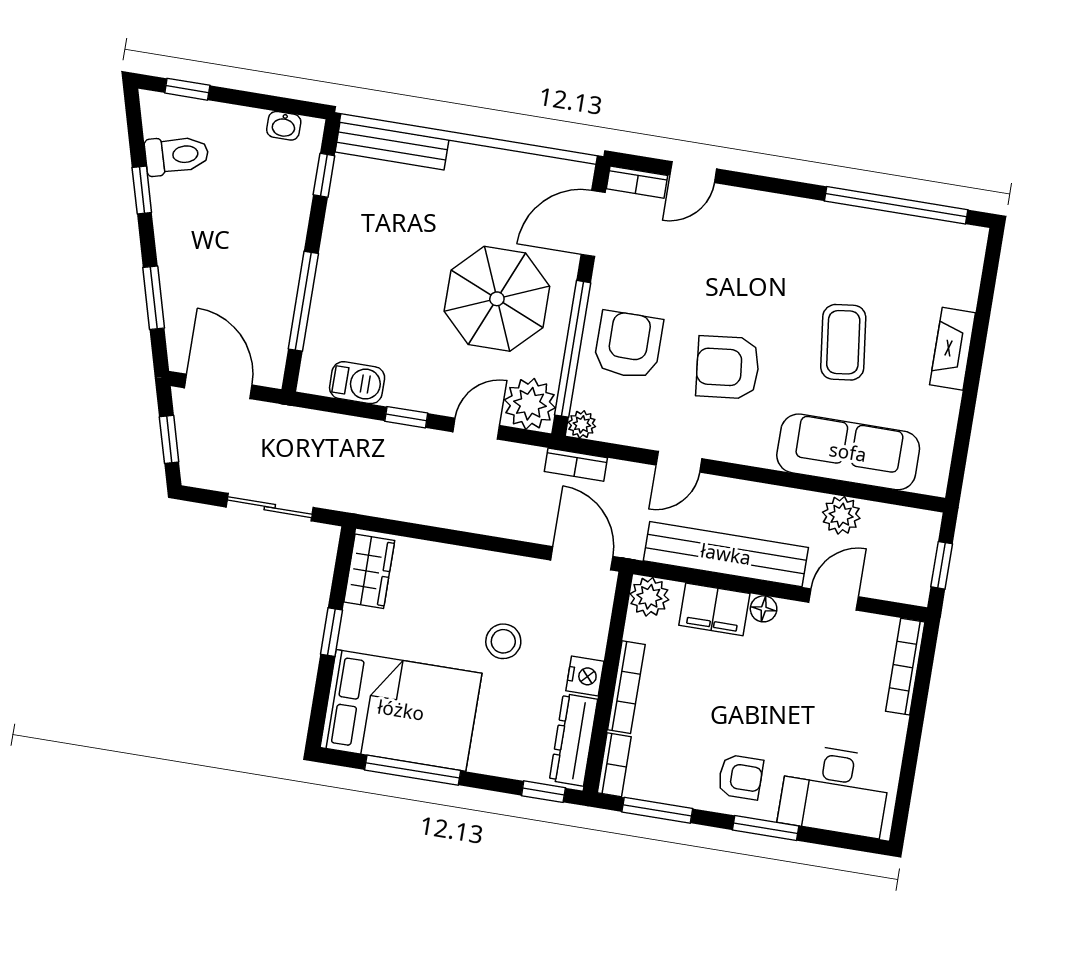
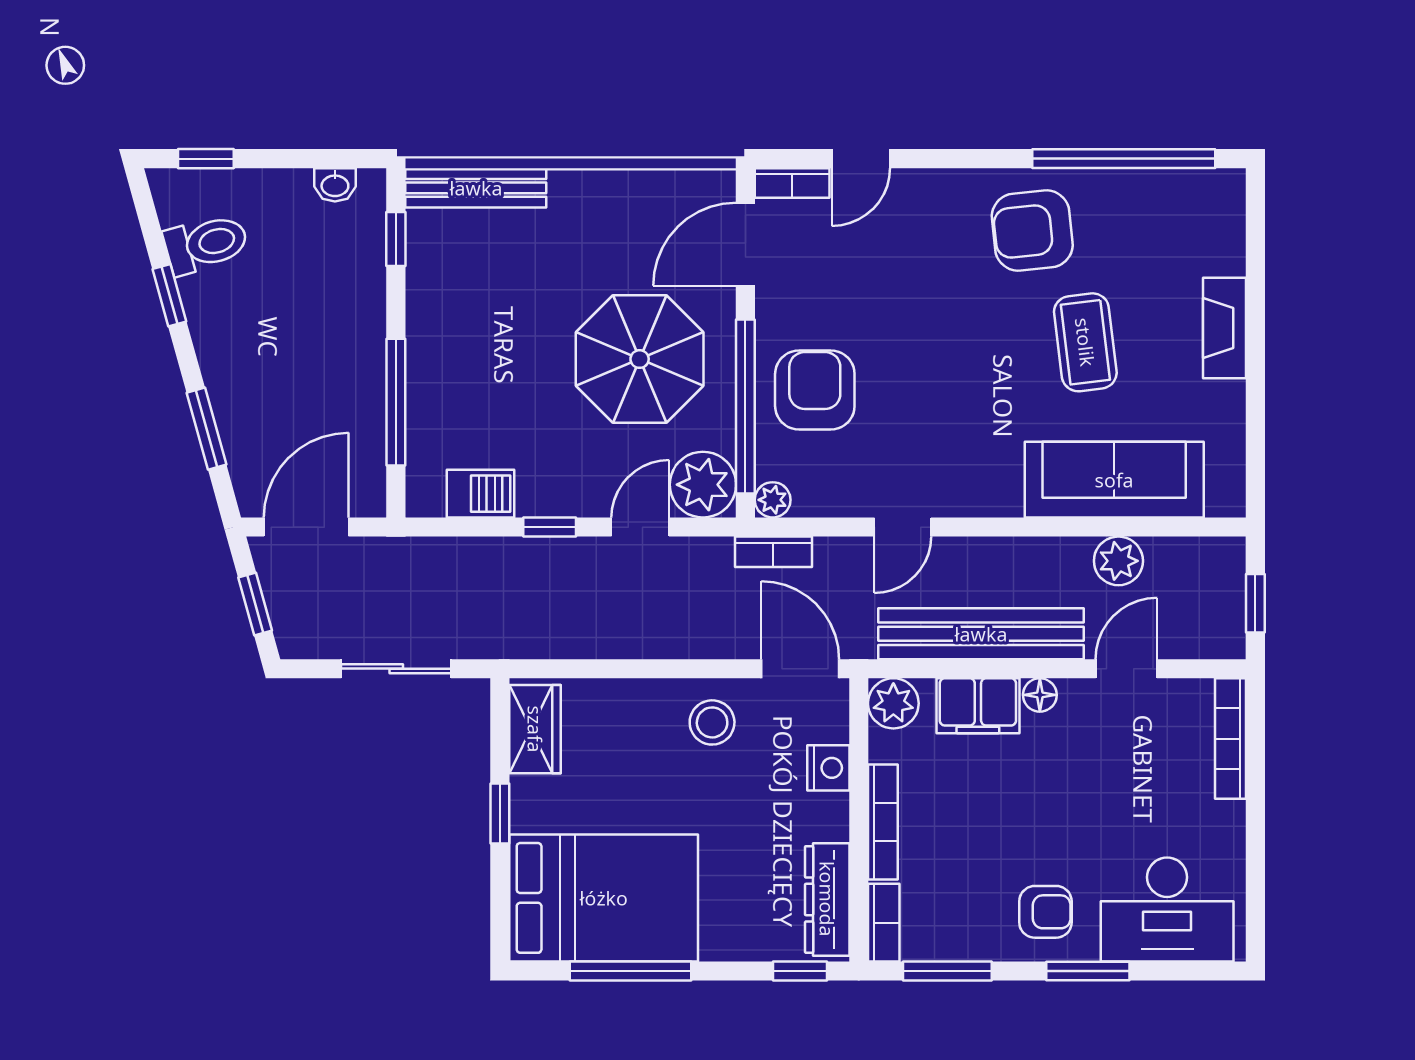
armchair: (728, 367) -> (1032, 231), moved
door: (218, 386) -> (306, 527), hinge flipped
stool: (503, 641) -> (712, 722), moved
nightstand: (585, 676) -> (828, 768), moved

